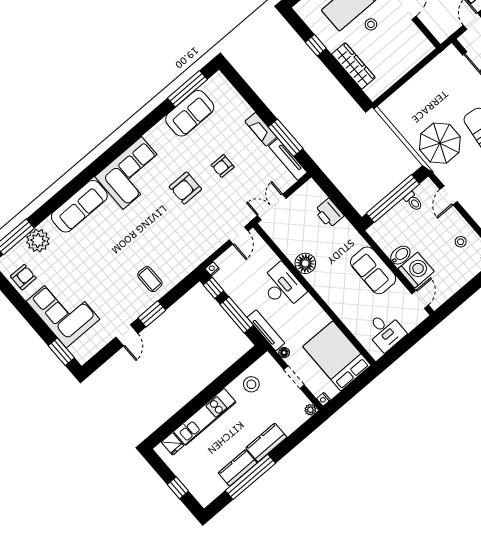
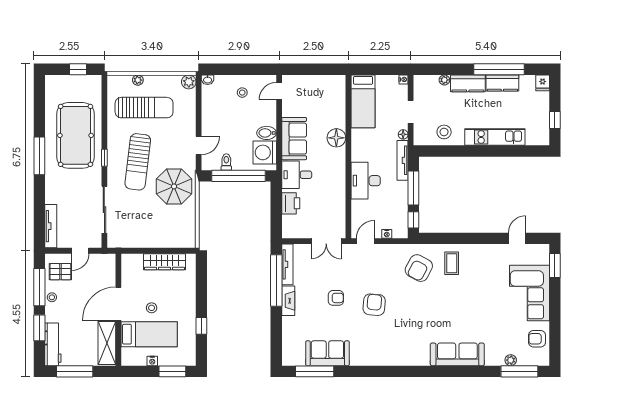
wardrobe: (353, 66) -> (164, 262), moved, turned -90
window: (286, 138) -> (276, 280), width x1.46
corner sofa: (132, 173) -> (402, 346), removed
armchair: (185, 188) -> (374, 305), turned -85
plant: (38, 241) -> (511, 360), width x0.53, depth x0.53
stool: (461, 242) -> (242, 93), moved
armchair: (174, 251) -> (419, 268), added
floor lamp: (305, 263) -> (336, 138), moved
nightstand: (212, 269) -> (387, 234), moved
washing machine: (416, 270) -> (265, 152), moved
window: (152, 314) -> (471, 238), removed
desk: (385, 331) -> (297, 175), moved, turned -90
door: (127, 335) -> (517, 238), moved
bed: (337, 356) -> (363, 101), width x0.67
plant: (310, 410) -> (444, 80), moved
fridge: (173, 444) -> (543, 83), moved, turned 180
window: (178, 488) -> (555, 120), moved

